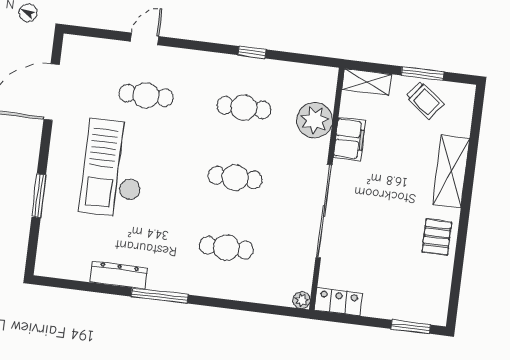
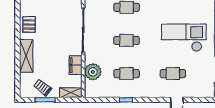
checkout: (114, 168) -> (184, 38), turned -90

